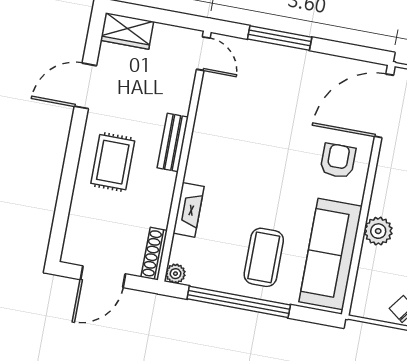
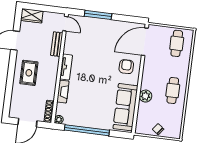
bench: (173, 142) -> (57, 44), moved
tv unit: (199, 154) -> (66, 67), added
coffee table: (264, 257) -> (97, 110), removed

